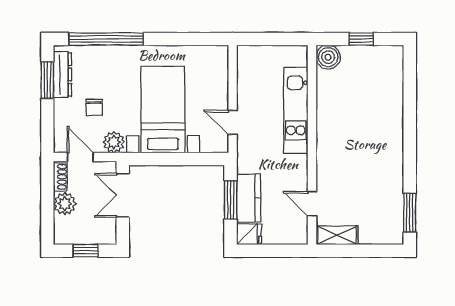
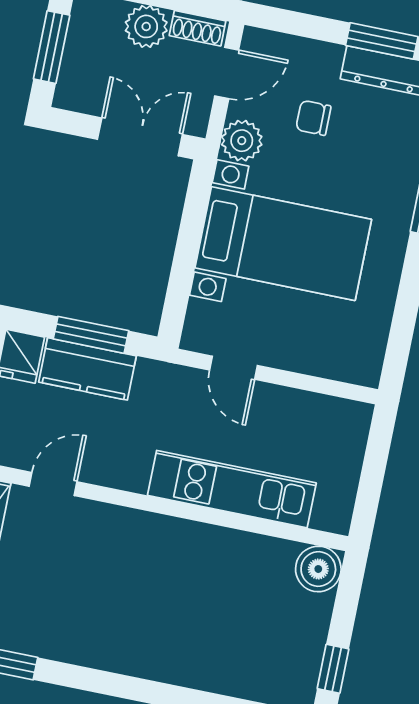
window: (361, 39) -> (333, 669), moved
door: (233, 122) -> (233, 368), swing flipped
window: (85, 251) -> (52, 47), width x1.50

